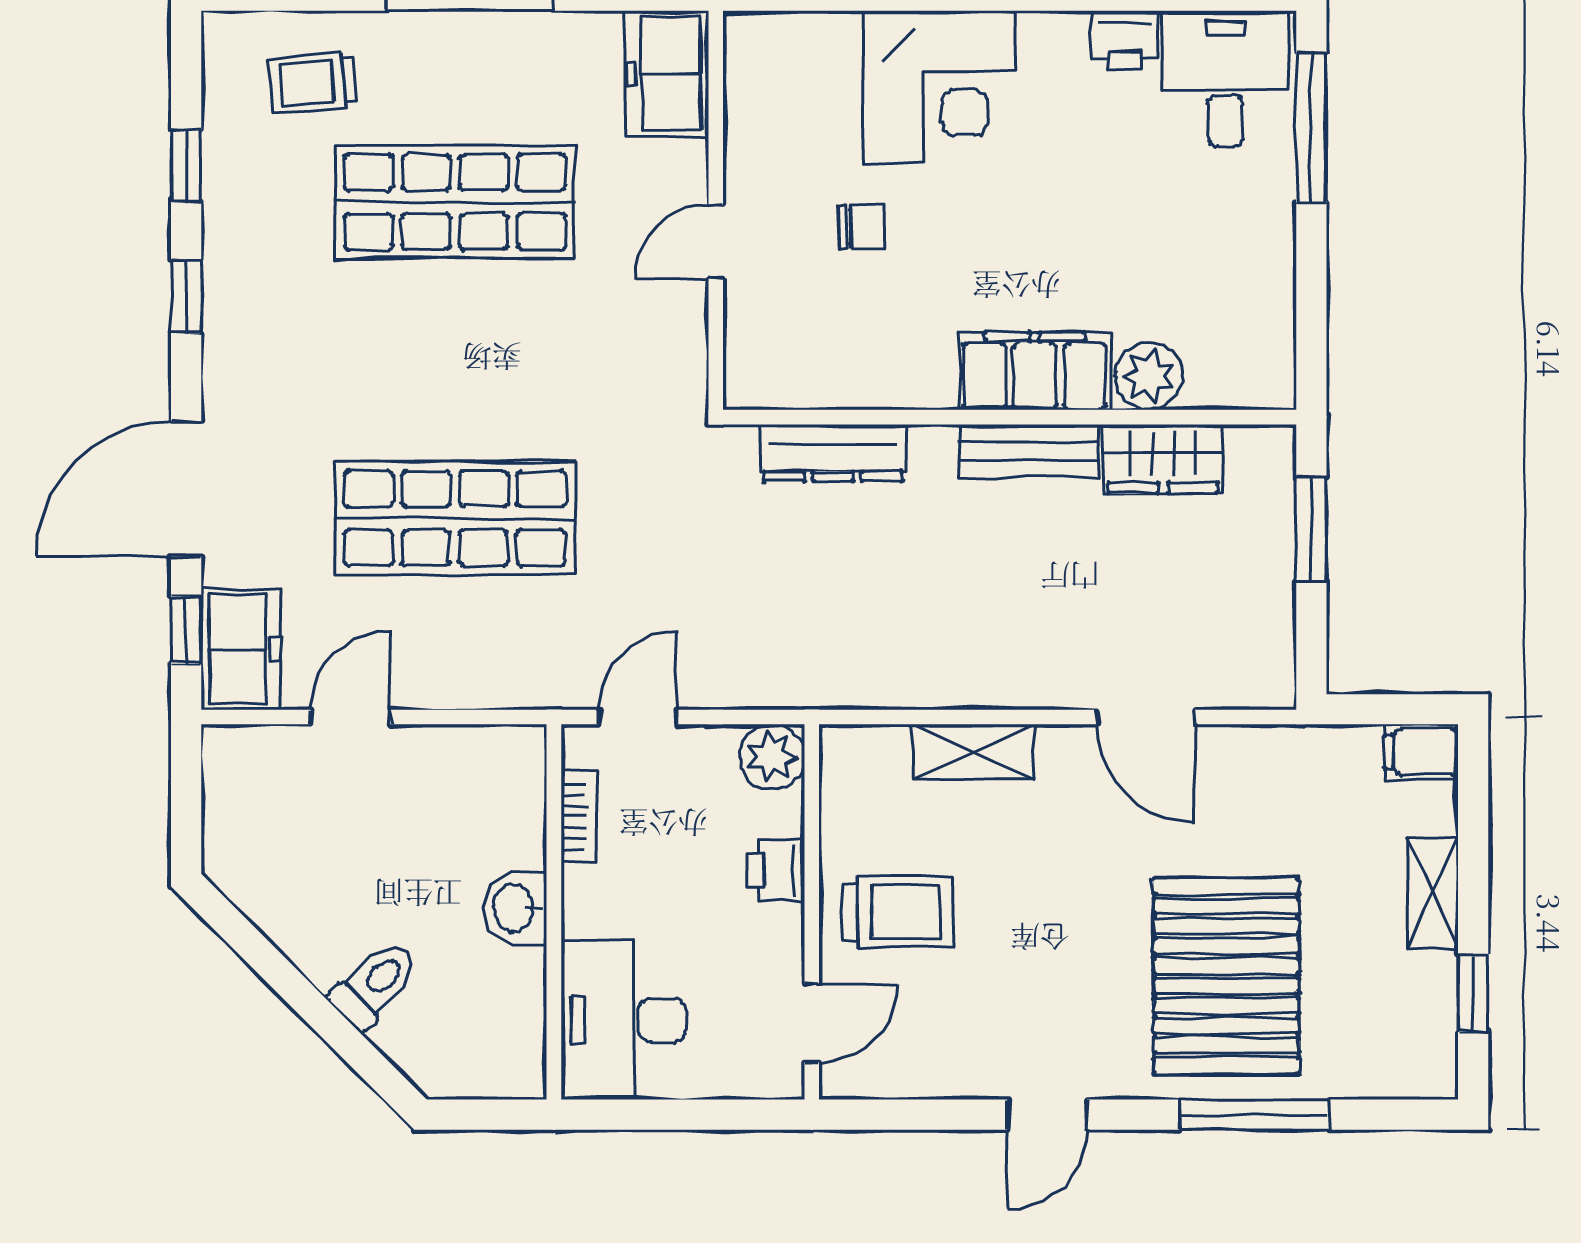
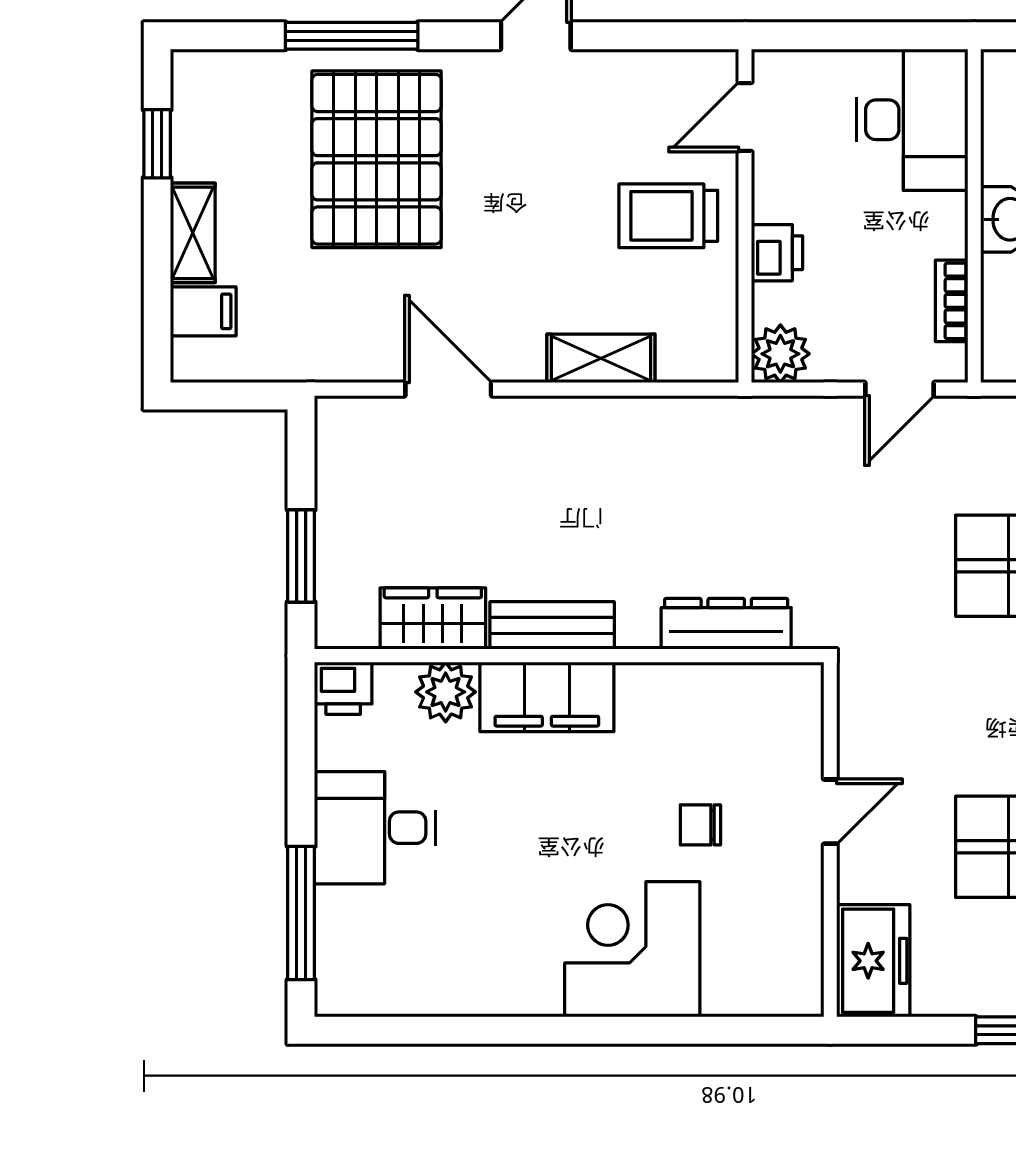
printer: (1125, 40) -> (343, 688), moved, turned 180
desk: (1225, 79) -> (375, 828), moved, turned 90
filing cabinet: (1421, 752) -> (203, 311), moved

